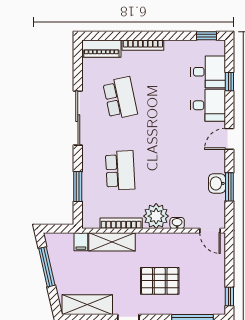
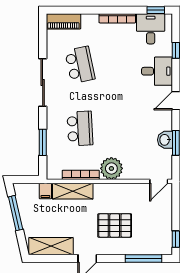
bookcase: (143, 45) -> (117, 18), moved
desk: (208, 72) -> (151, 29), moved, turned -90
washbasin: (177, 223) -> (130, 175), removed
door: (210, 231) -> (159, 181), hinge flipped

